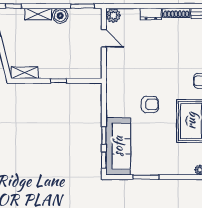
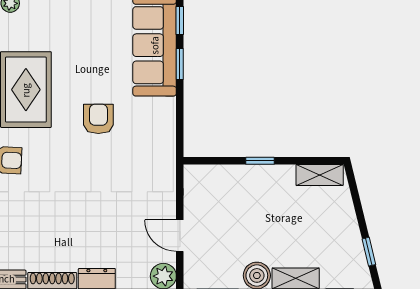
armchair: (150, 104) -> (98, 119), turned 90

